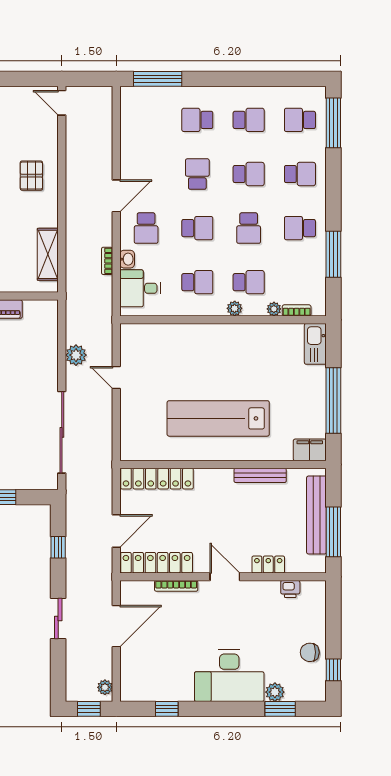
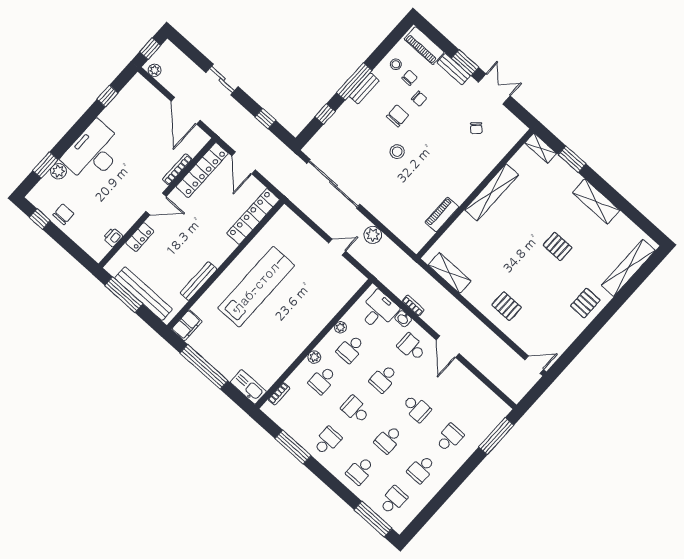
plant: (274, 309) -> (340, 327), moved

